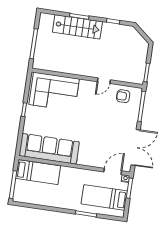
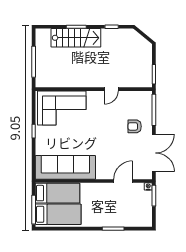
armchair: (123, 96) -> (135, 126), moved
door: (113, 171) -> (123, 181), moved
bed: (104, 197) -> (58, 214), moved, turned 180

